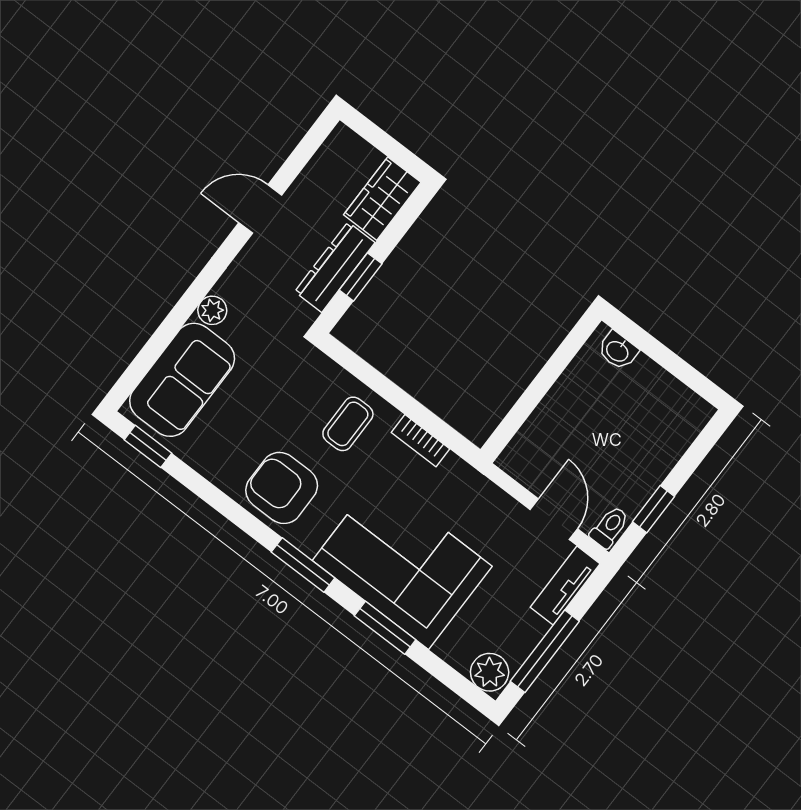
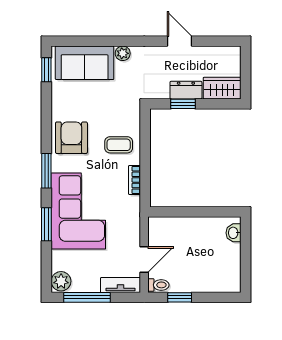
dresser: (335, 267) -> (186, 90), width x0.70

